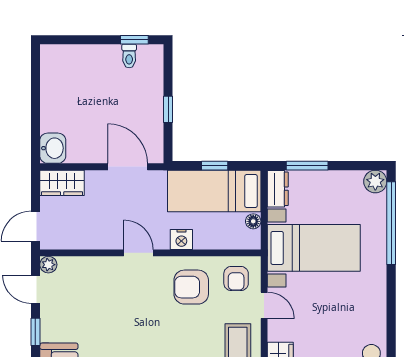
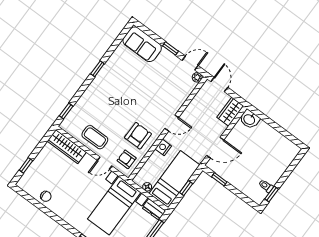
window: (168, 109) -> (219, 179), moved

